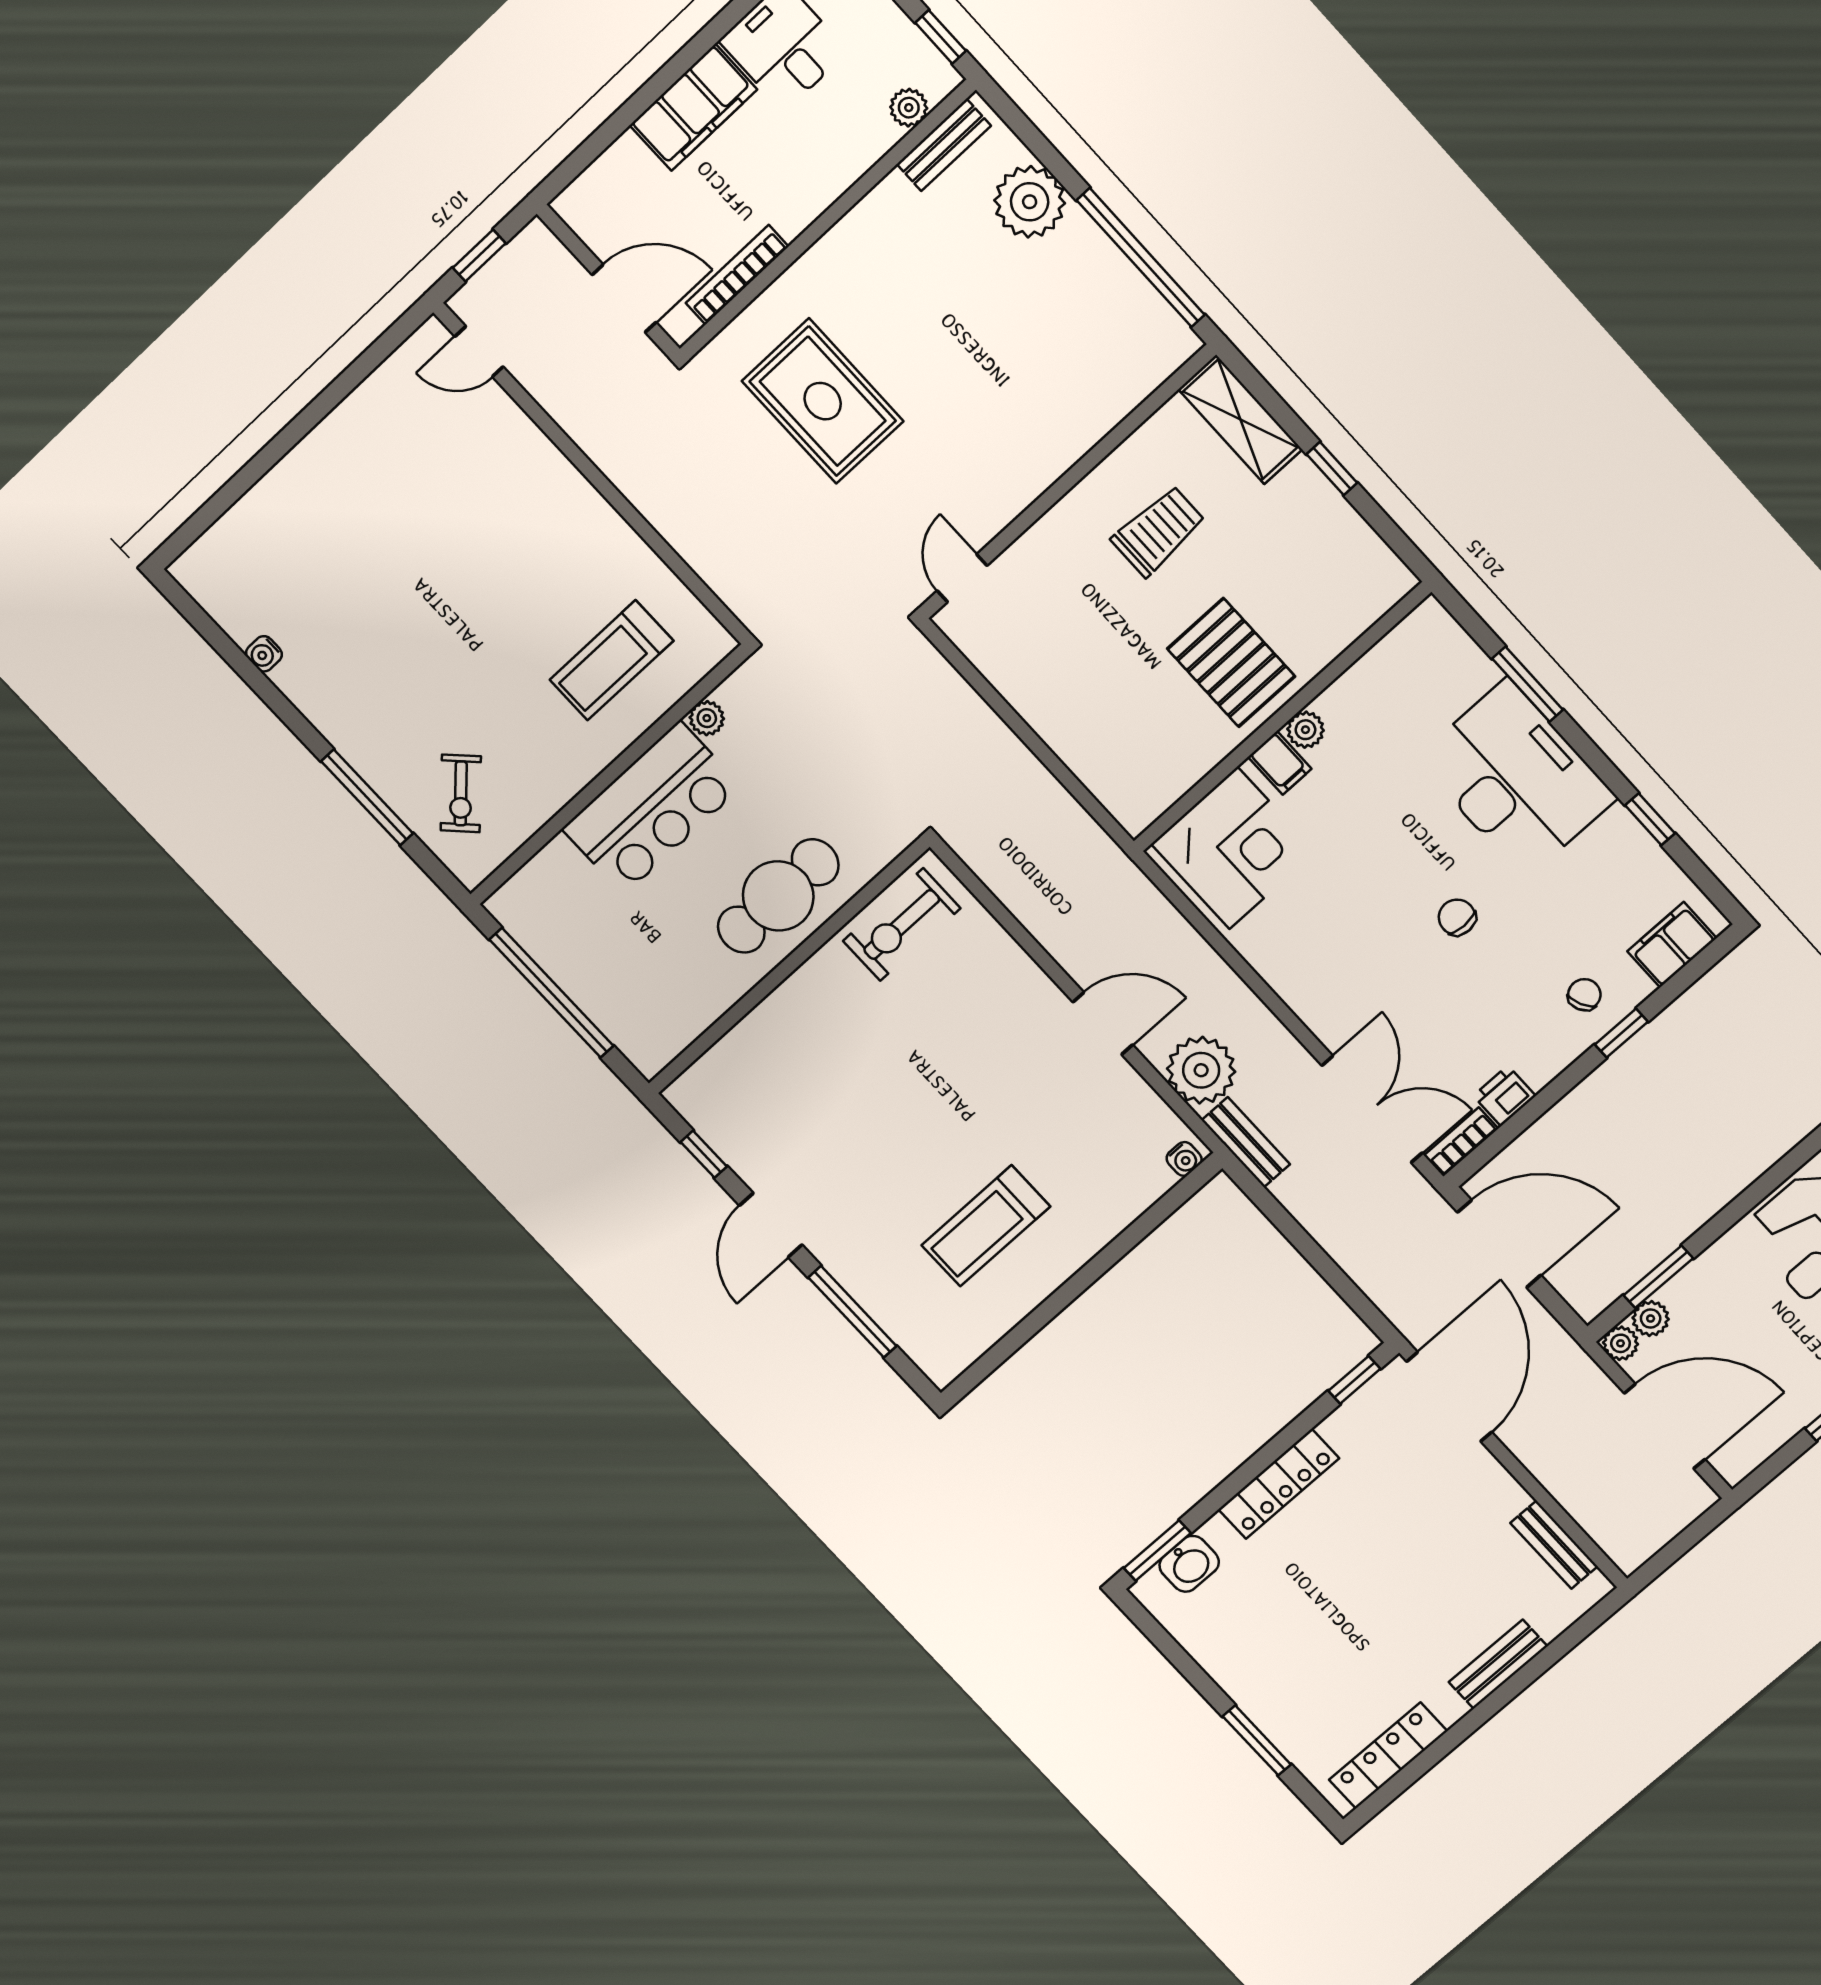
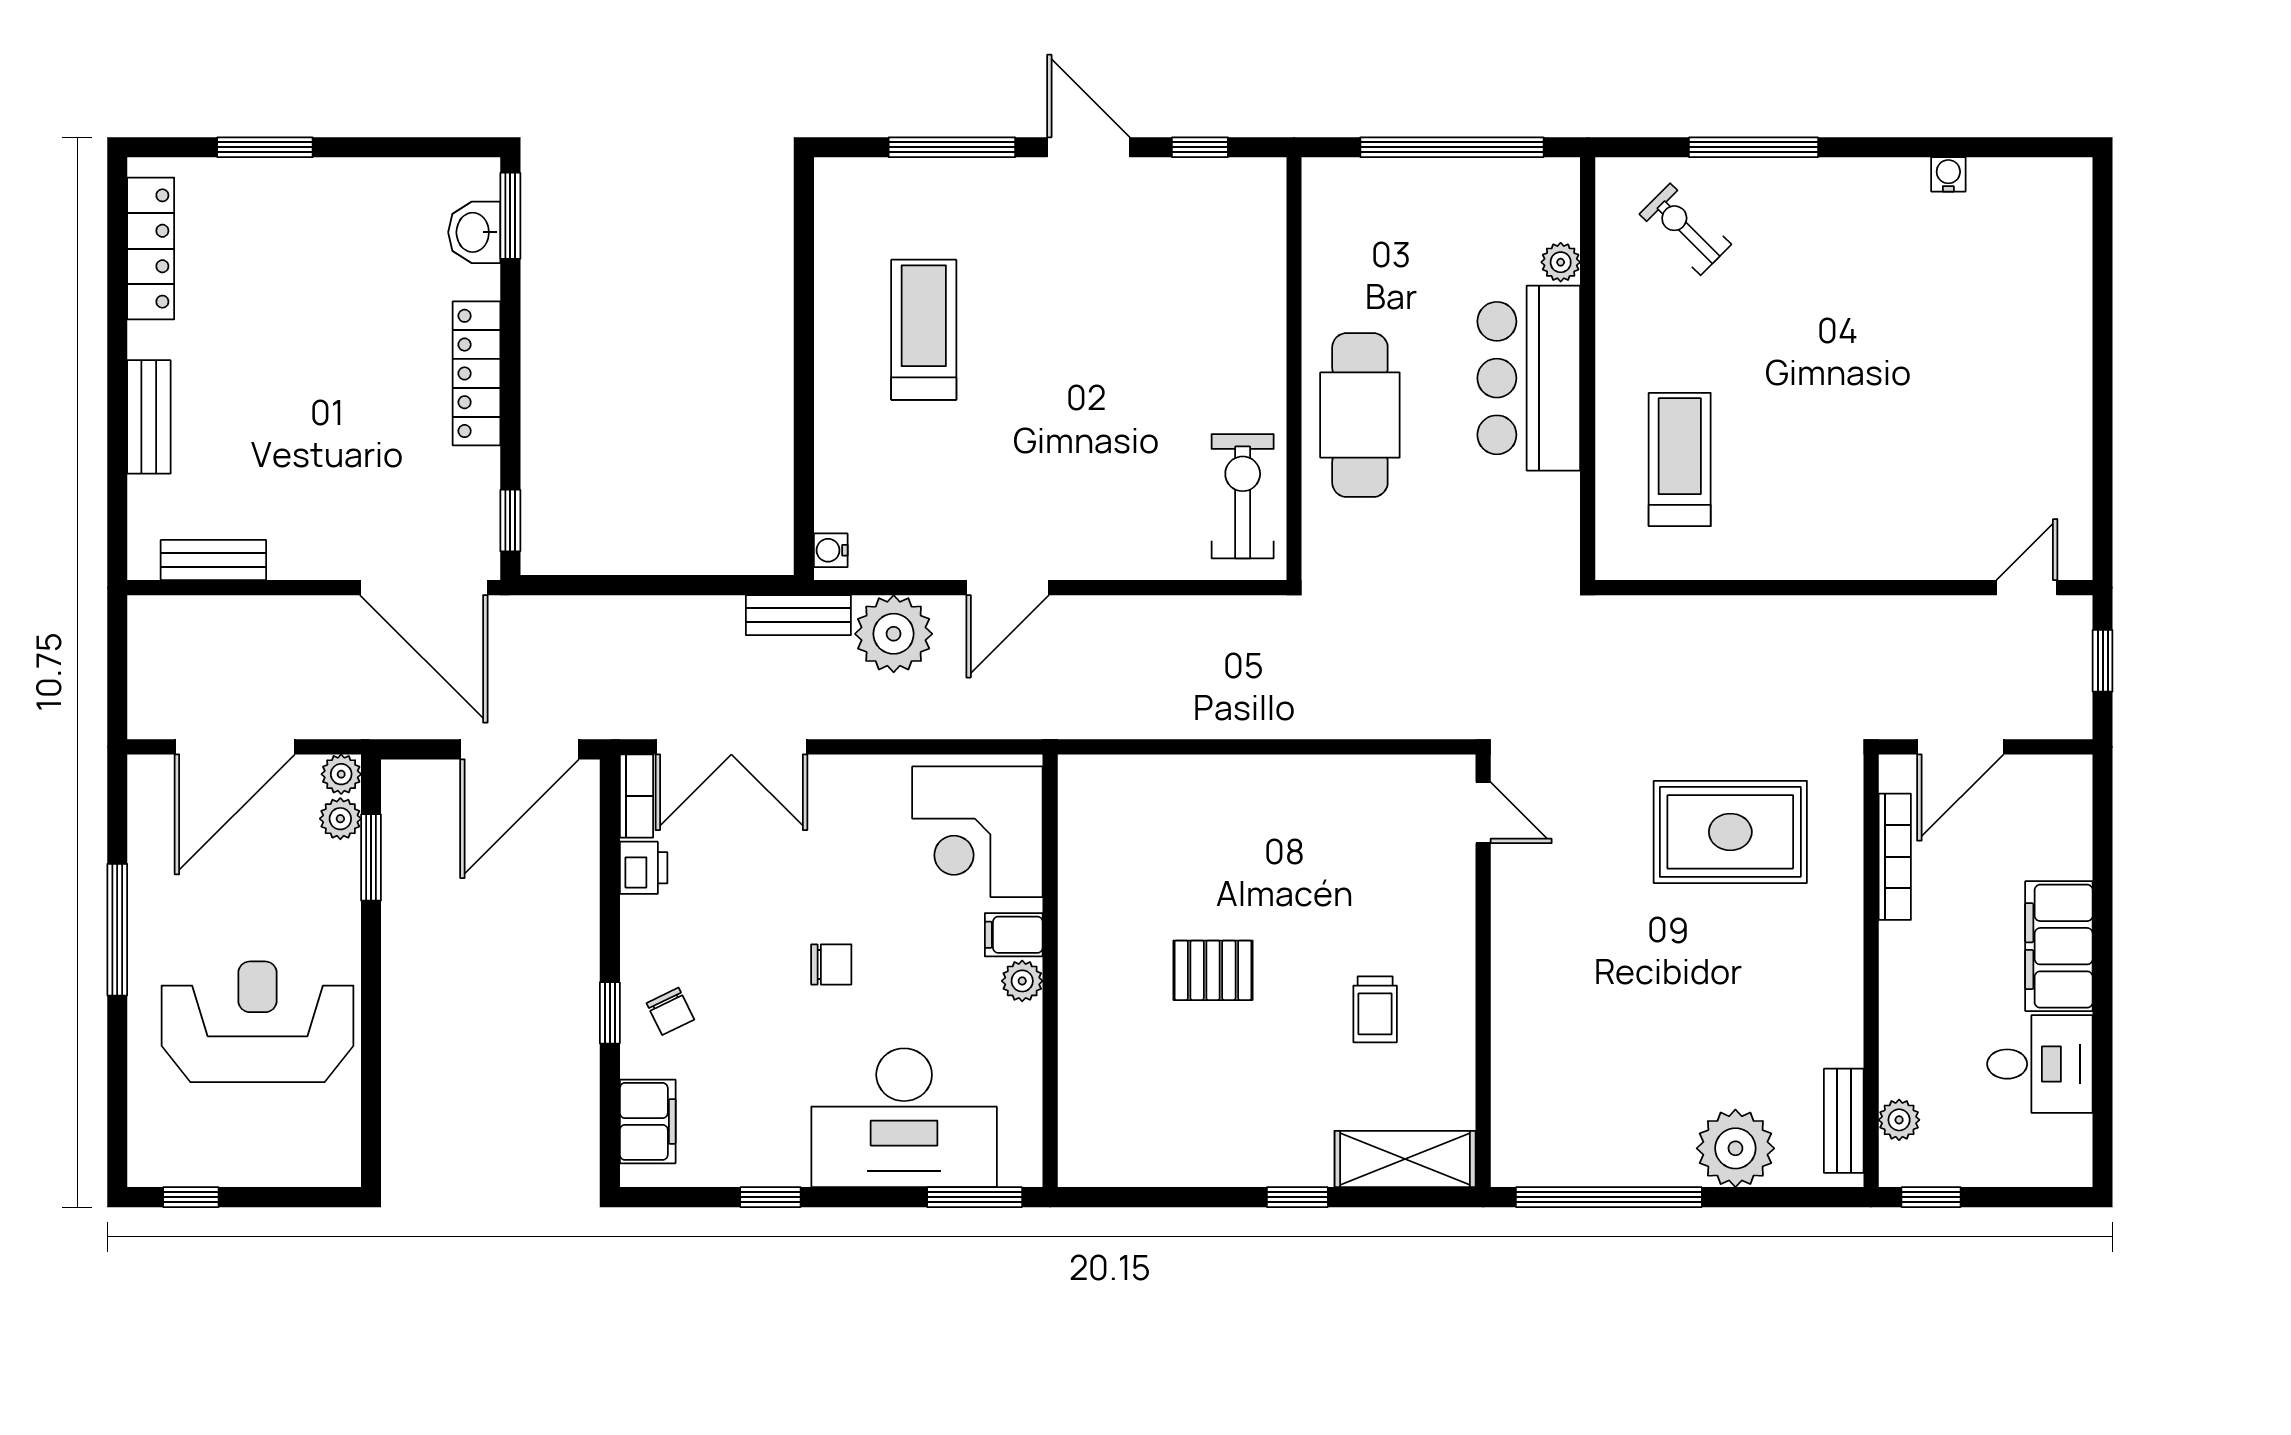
trolley: (1158, 531) -> (1375, 1009), width x0.73, depth x0.72
pallet: (1231, 663) -> (1213, 970), width x0.67, depth x0.71
wall: (1282, 717) -> (1050, 971), moved
plant: (707, 718) -> (1561, 262), moved
plant: (1305, 730) -> (1022, 981), moved
filing cabinet: (1280, 763) -> (1014, 935), moved
corner desk: (1233, 848) -> (977, 832), moved

